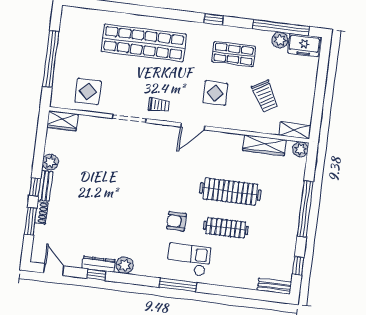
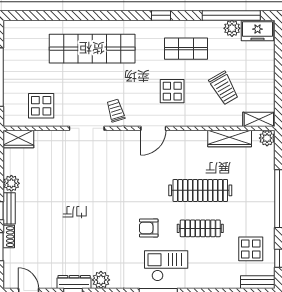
trolley: (159, 105) -> (116, 111), turned -107
display table: (272, 254) -> (251, 249), added

